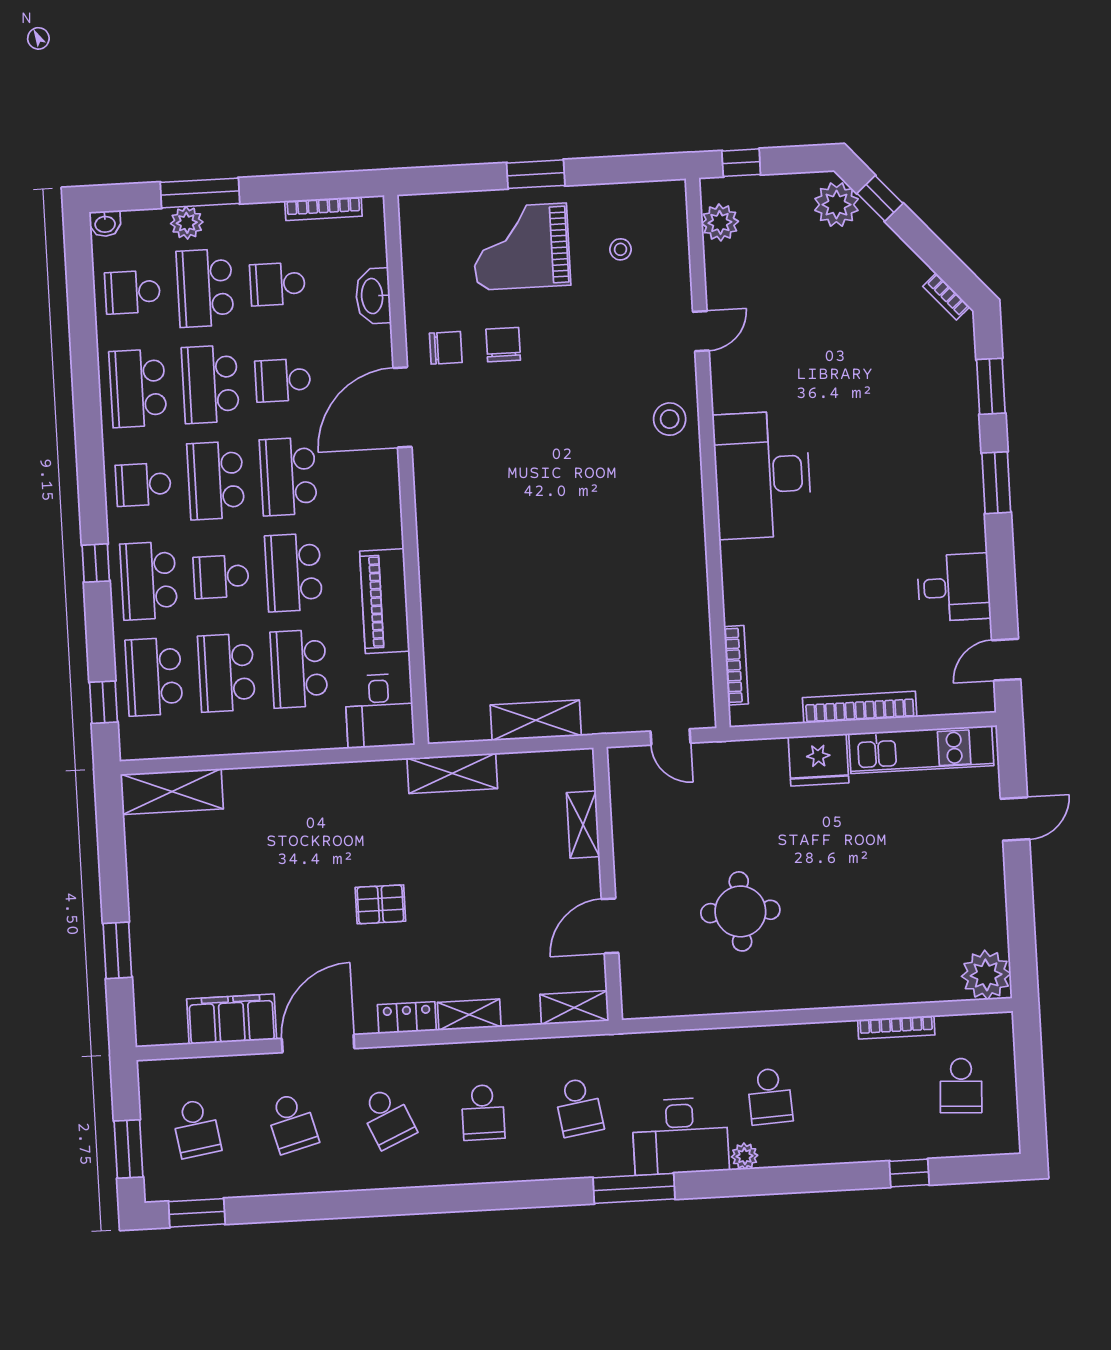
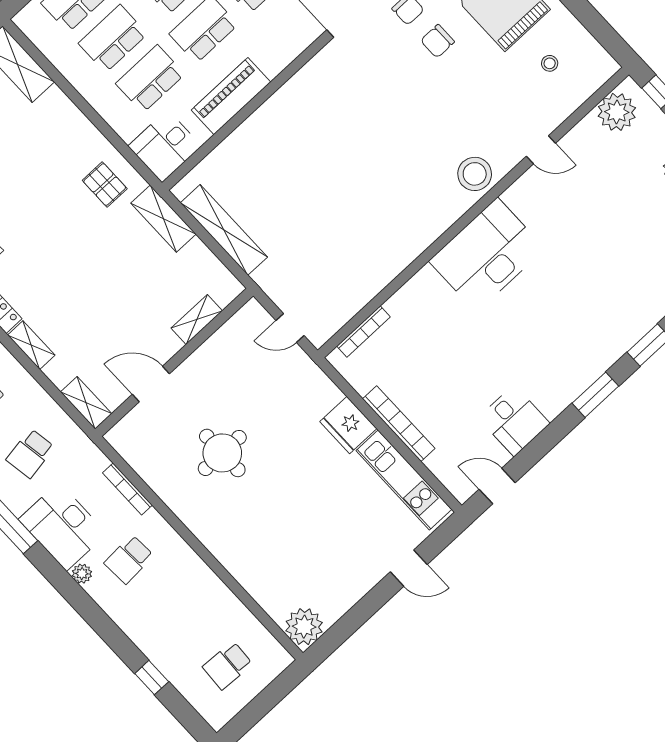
plant: (720, 222) -> (617, 112), width x1.36, depth x1.36
chair: (503, 345) -> (437, 41), turned 180
stool: (670, 419) -> (475, 174), width x1.38, depth x1.38
shelving: (536, 720) -> (224, 230), width x1.47
door: (670, 737) -> (290, 328), hinge flipped
pallet: (380, 904) -> (105, 185), moved
bookcase: (896, 1027) -> (127, 489), moved

